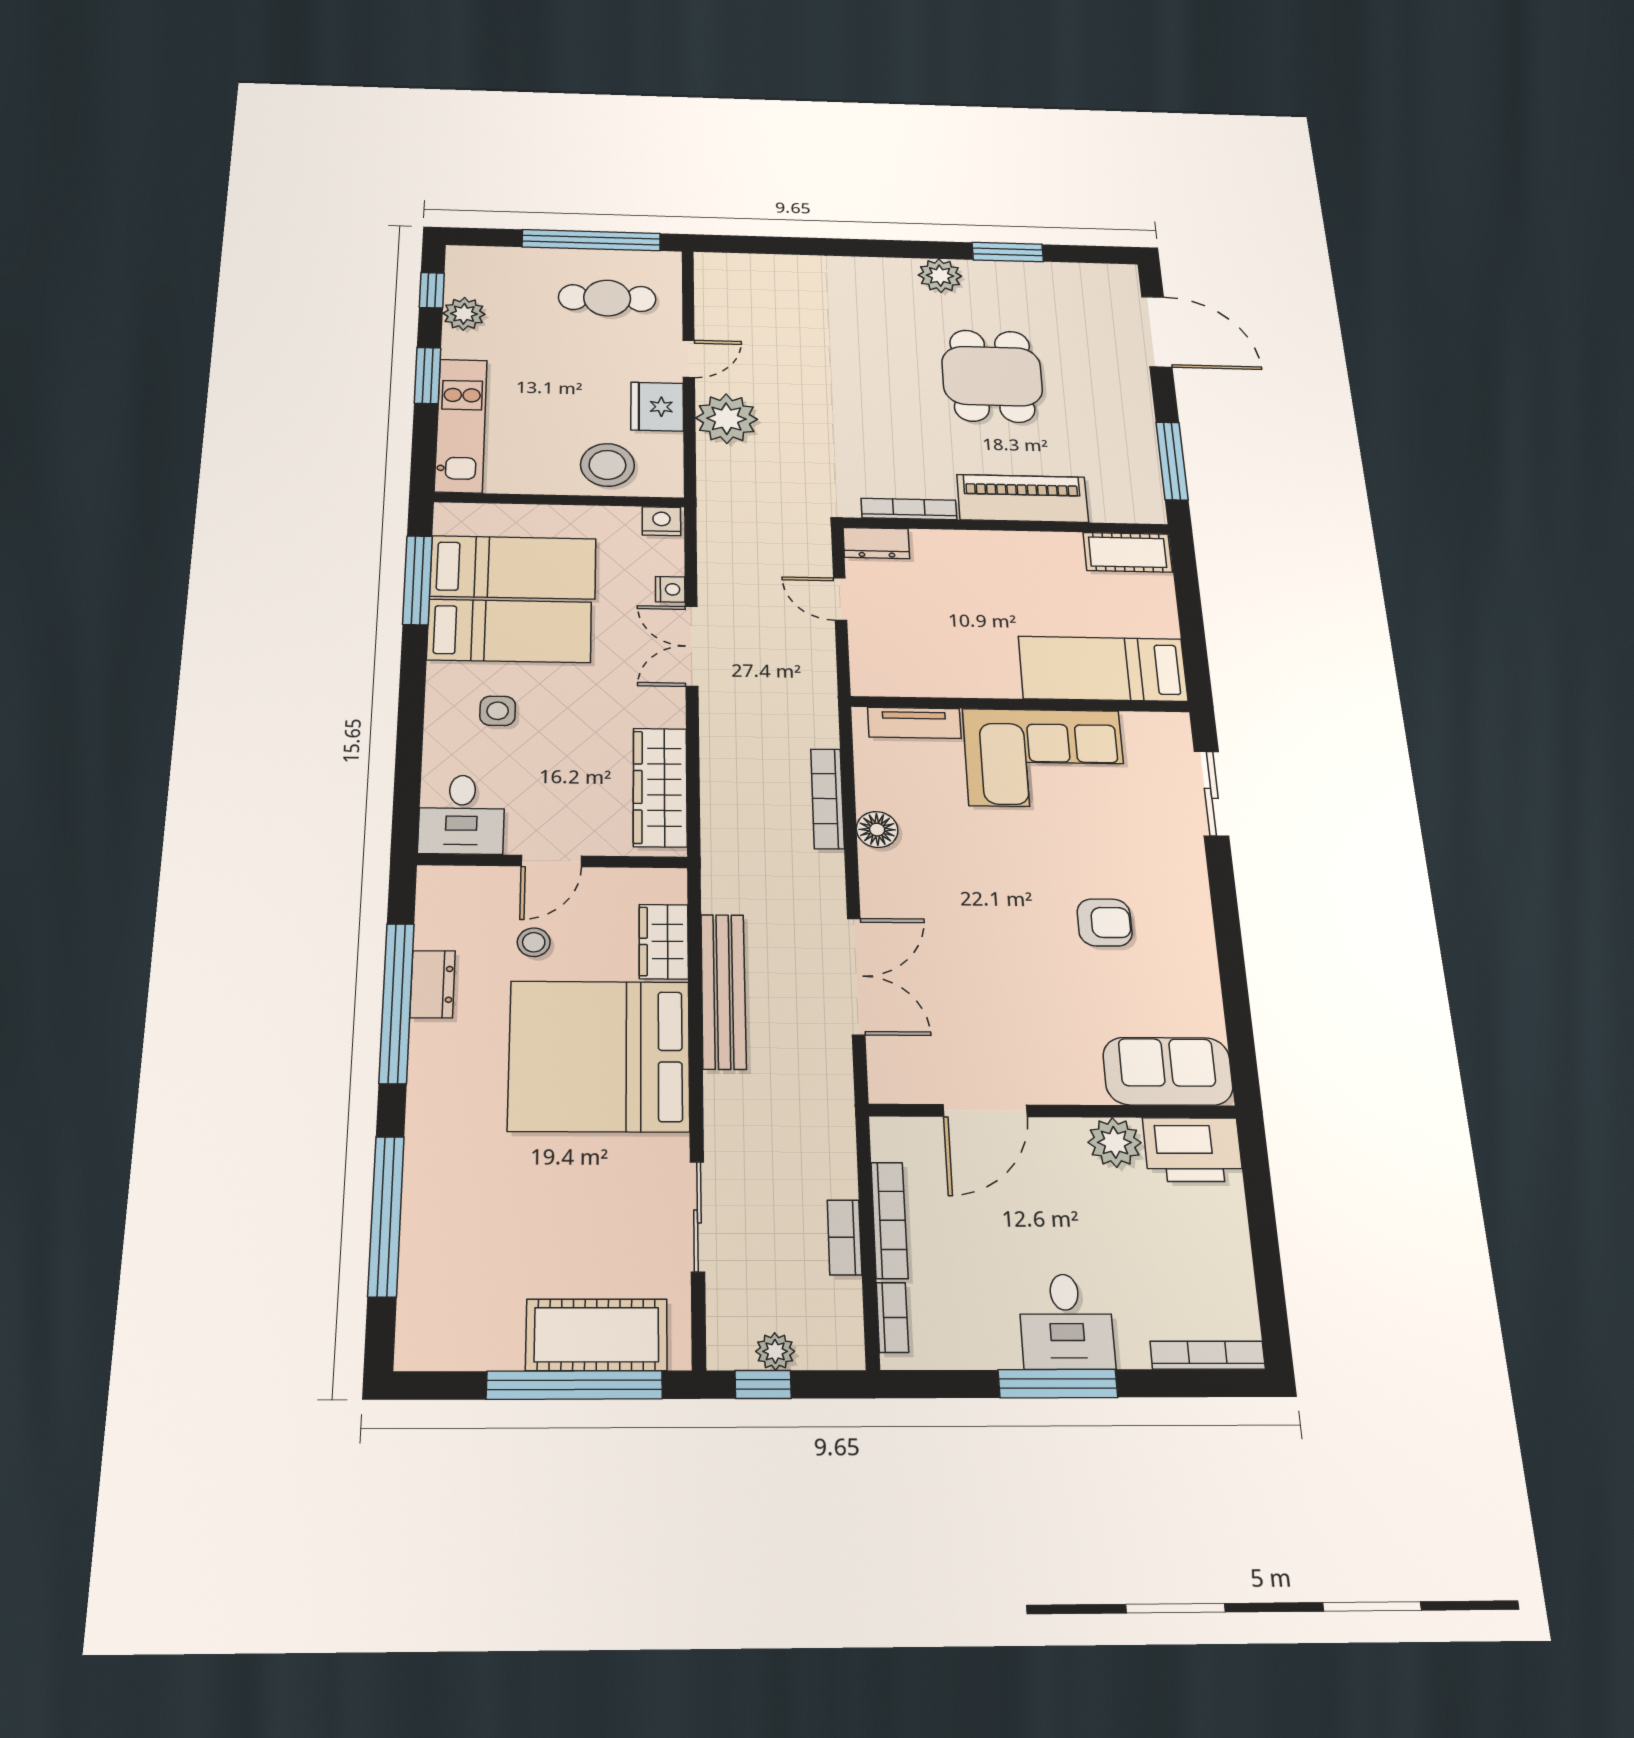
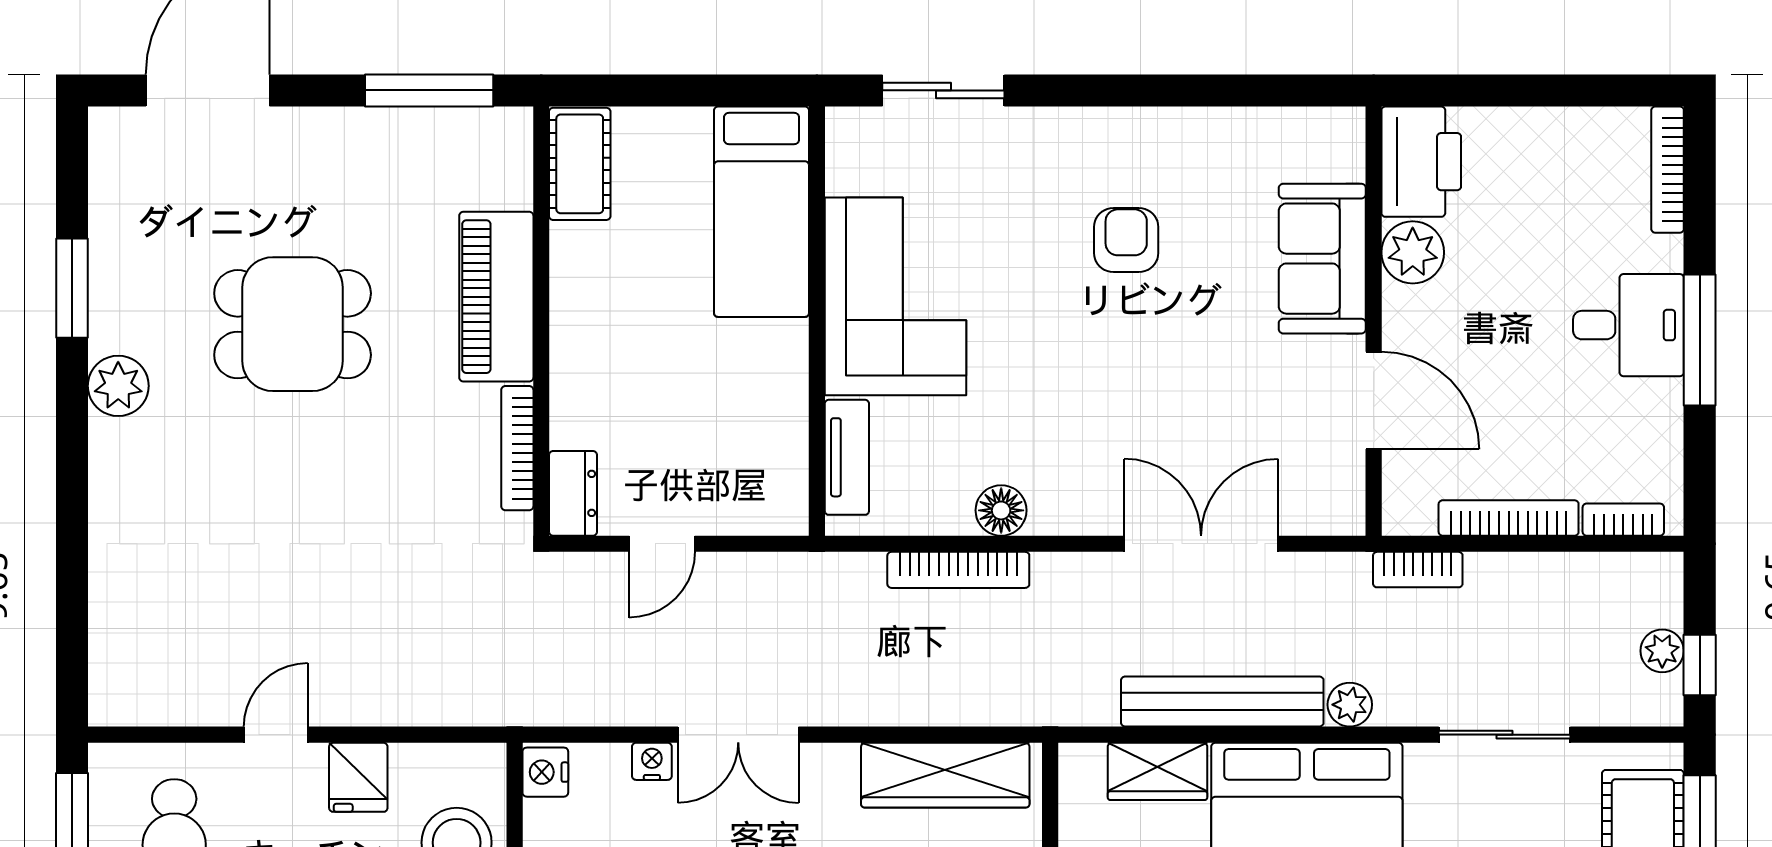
door: (689, 359) -> (276, 735), hinge flipped
fridge: (657, 407) -> (358, 777), width x0.72
plant: (726, 419) -> (1350, 705), moved, width x0.53, depth x0.53
sofa: (1168, 1071) -> (1322, 259), moved
bookcase: (844, 1237) -> (1418, 570), moved

